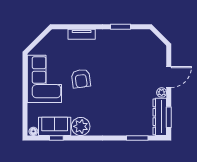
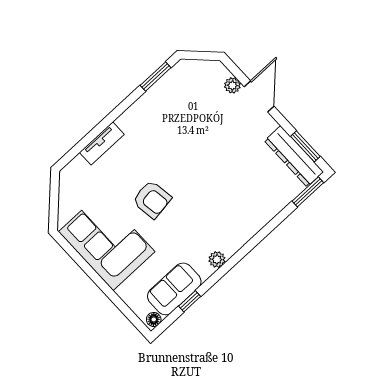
window: (120, 27) -> (156, 76), moved
plant: (162, 92) -> (232, 85), moved
plant: (81, 126) -> (217, 259), width x0.53, depth x0.53
window: (137, 138) -> (308, 192), moved

